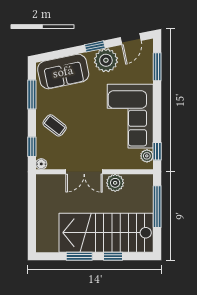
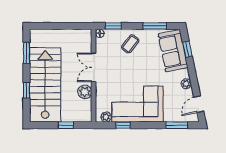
door: (131, 39) -> (199, 104), hinge flipped
window: (95, 46) -> (187, 49), moved
plant: (106, 60) -> (186, 84), width x0.53, depth x0.53
window: (157, 151) -> (123, 125), moved
window: (157, 207) -> (66, 125), width x0.46
window: (79, 256) -> (26, 53), moved

